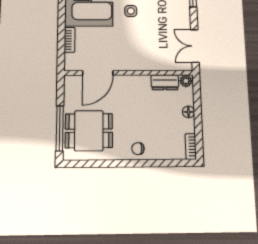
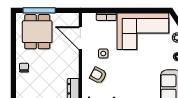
side table: (131, 11) -> (103, 53), moved
armchair: (146, 50) -> (98, 75), added

